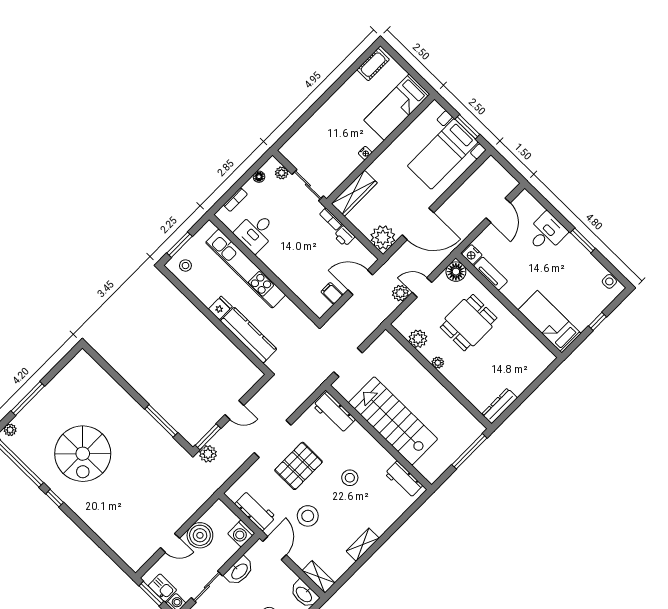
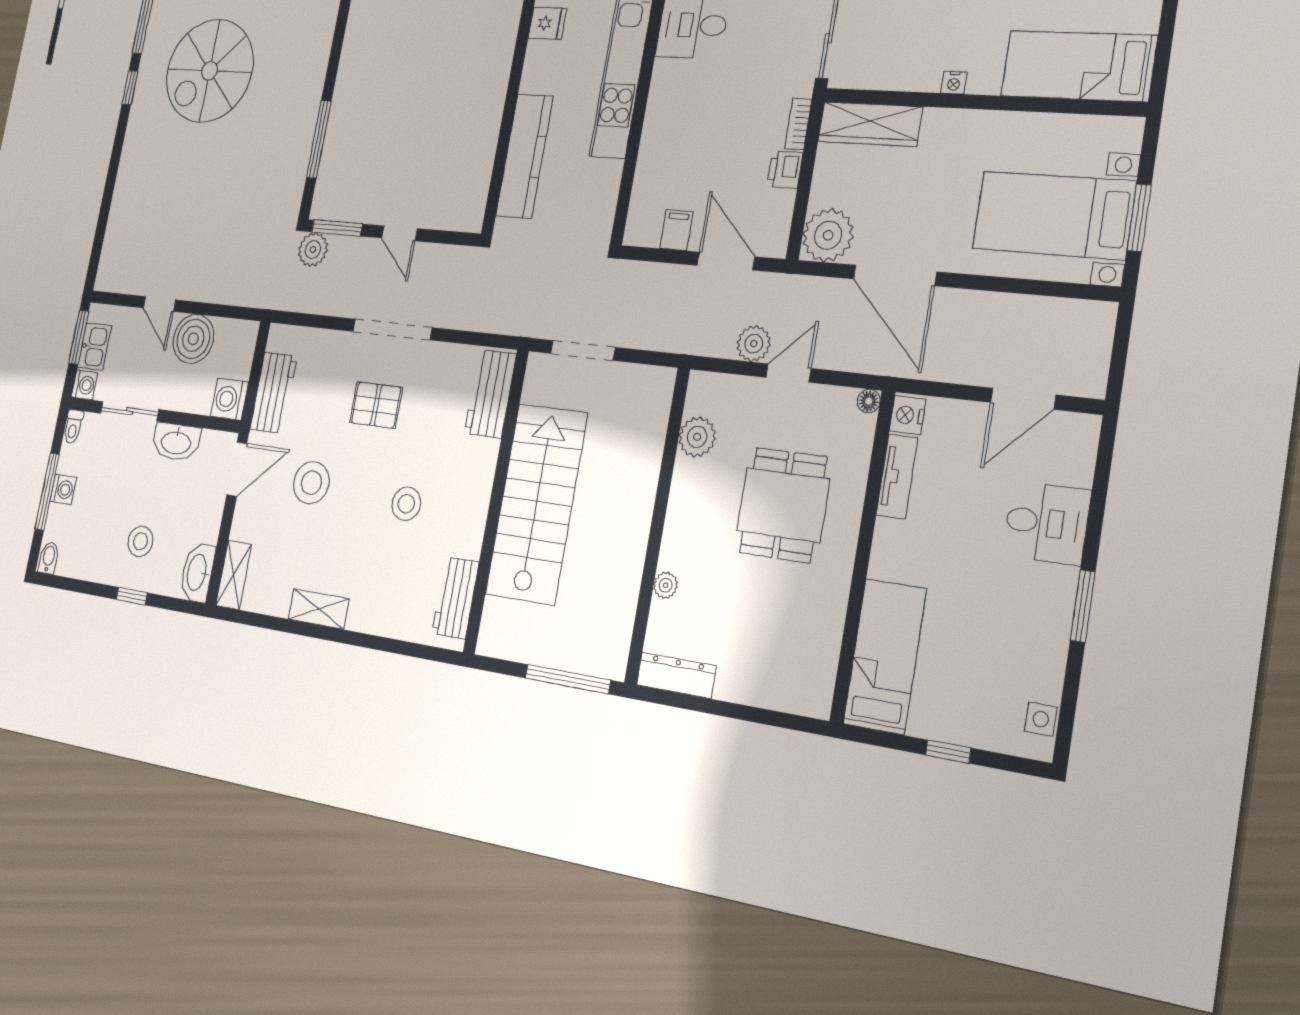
floor lamp: (456, 272) -> (869, 401), width x0.53, depth x0.53
door: (422, 287) -> (788, 373), hinge flipped
fridge: (220, 308) -> (547, 23), moved
dining table: (469, 323) -> (783, 505), turned 90
plant: (438, 363) -> (666, 585), moved
pallet: (299, 466) -> (376, 405), width x0.67, depth x0.71

